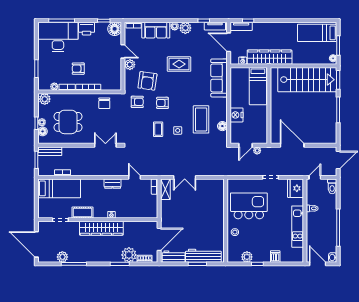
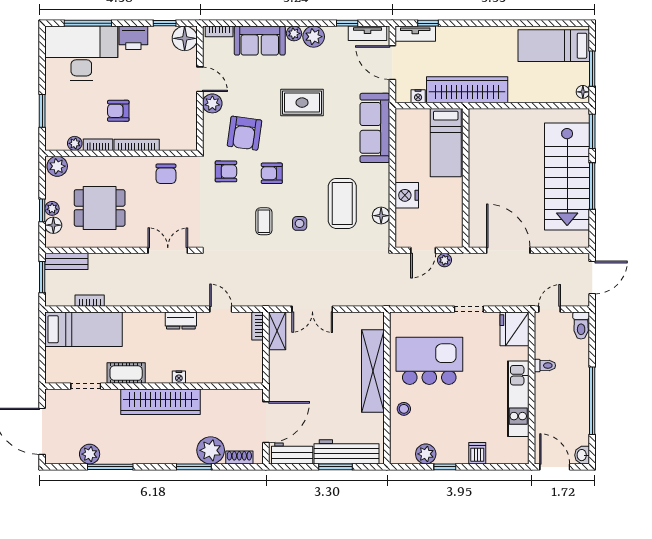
stairs: (307, 80) -> (567, 176), moved, turned 90
shelving: (218, 211) -> (373, 371), added

